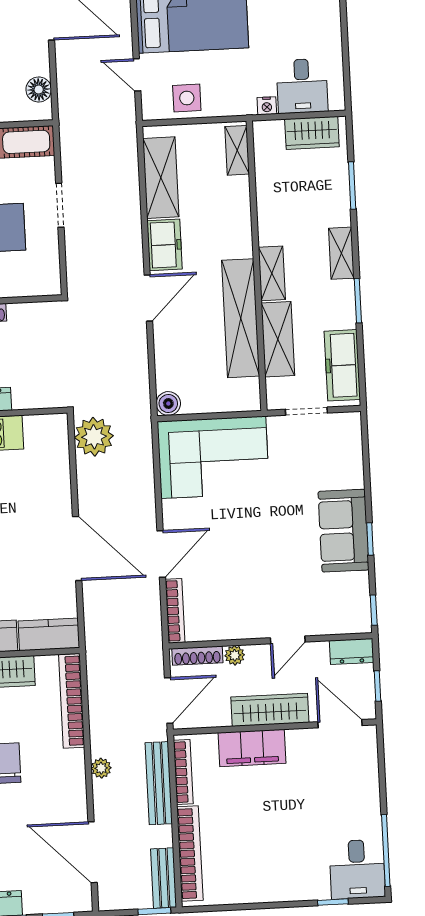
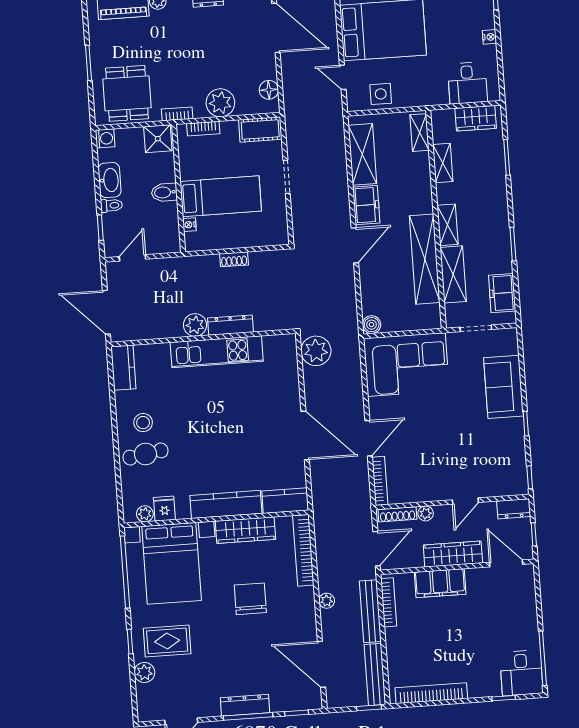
nightstand: (267, 106) -> (489, 37), moved, turned -90
shelving: (341, 253) -> (443, 163), moved
freezer: (342, 365) -> (502, 293), width x0.71
sofa: (343, 531) -> (503, 387), moved
bookcase: (190, 854) -> (431, 693), moved, turned -90
bench: (164, 878) -> (375, 674), width x1.36

